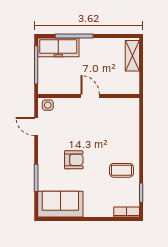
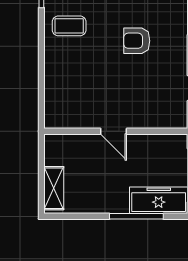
side table: (48, 105) -> (174, 118), removed

